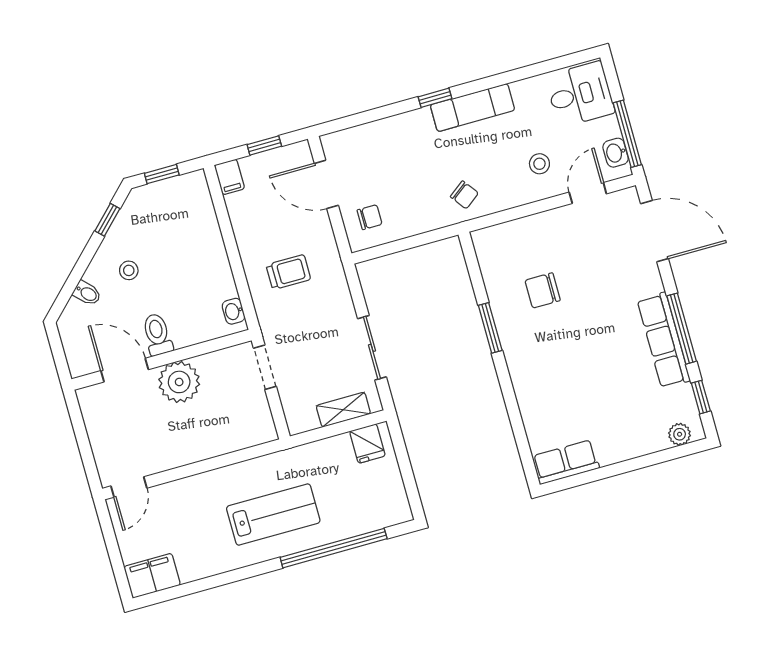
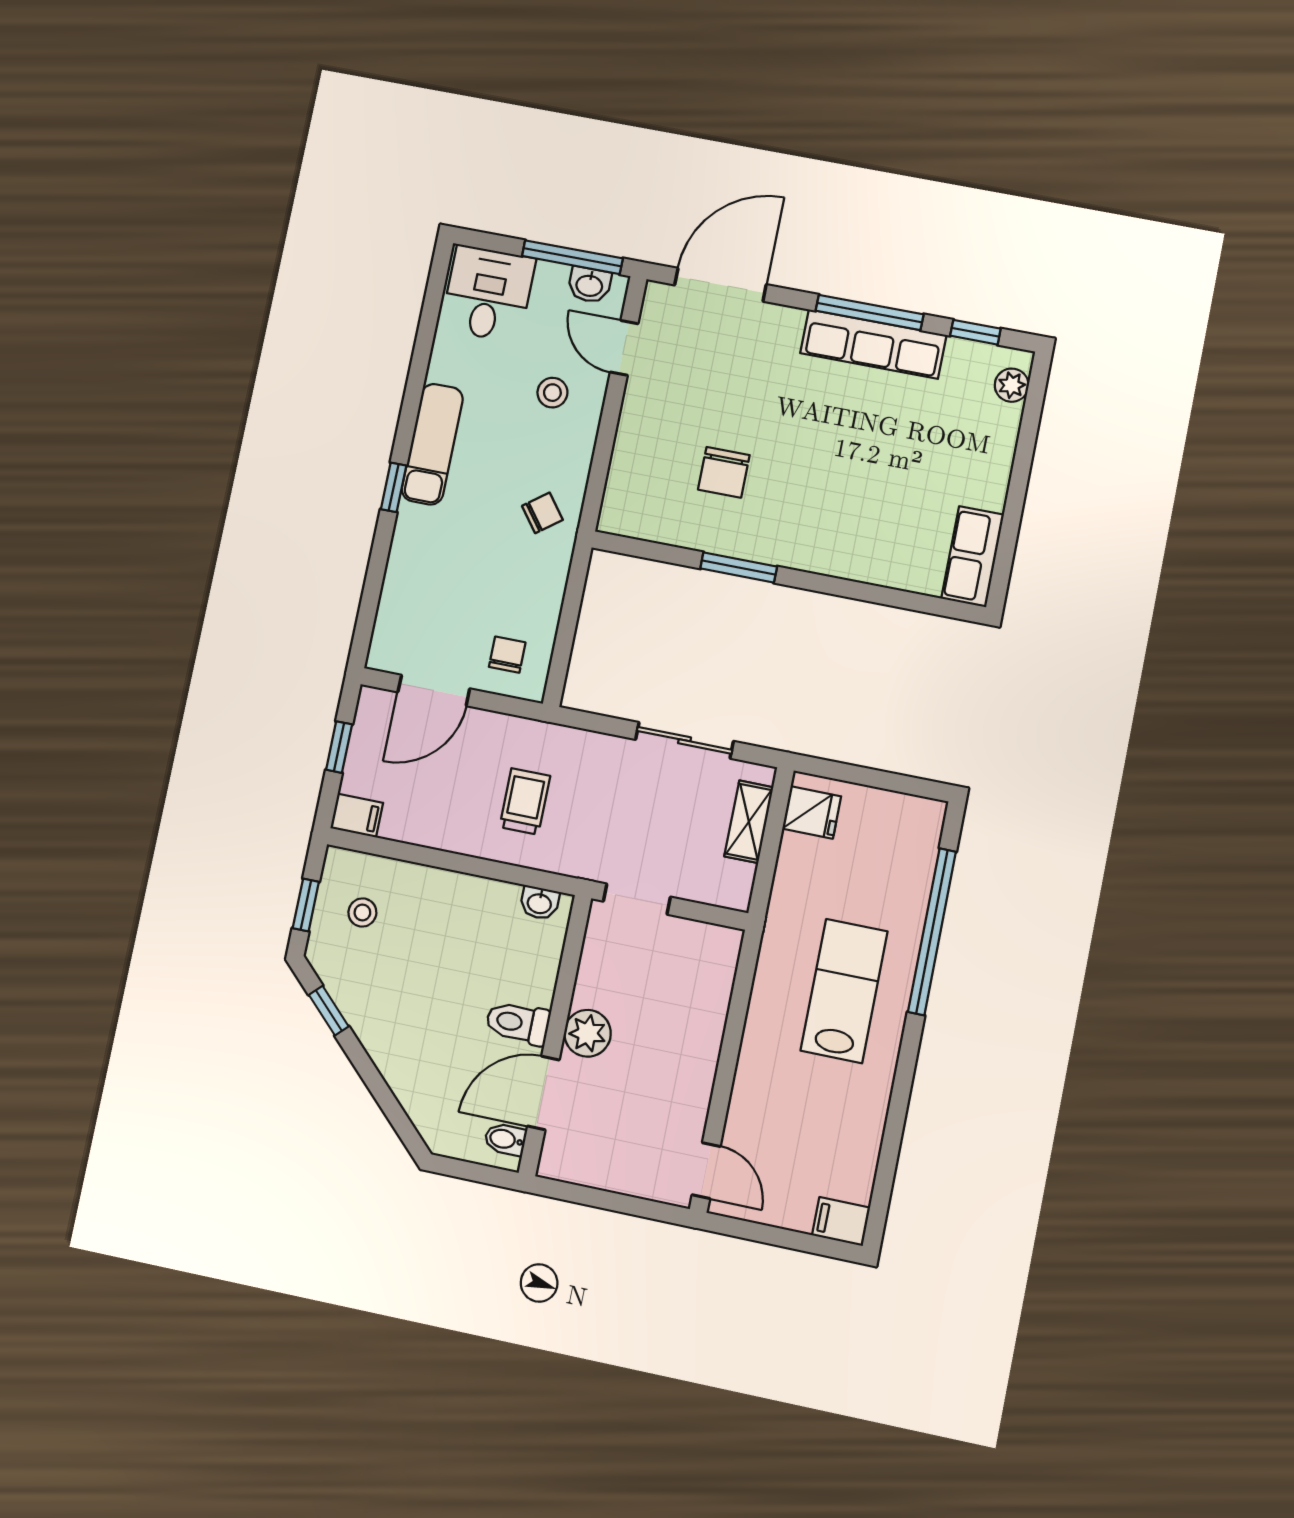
stool: (129, 270) -> (362, 912), moved
bidet: (87, 293) -> (505, 1139), moved, turned -135
plant: (179, 382) -> (588, 1033), width x0.73, depth x0.73
filing cabinet: (152, 576) -> (841, 1221), width x0.50

